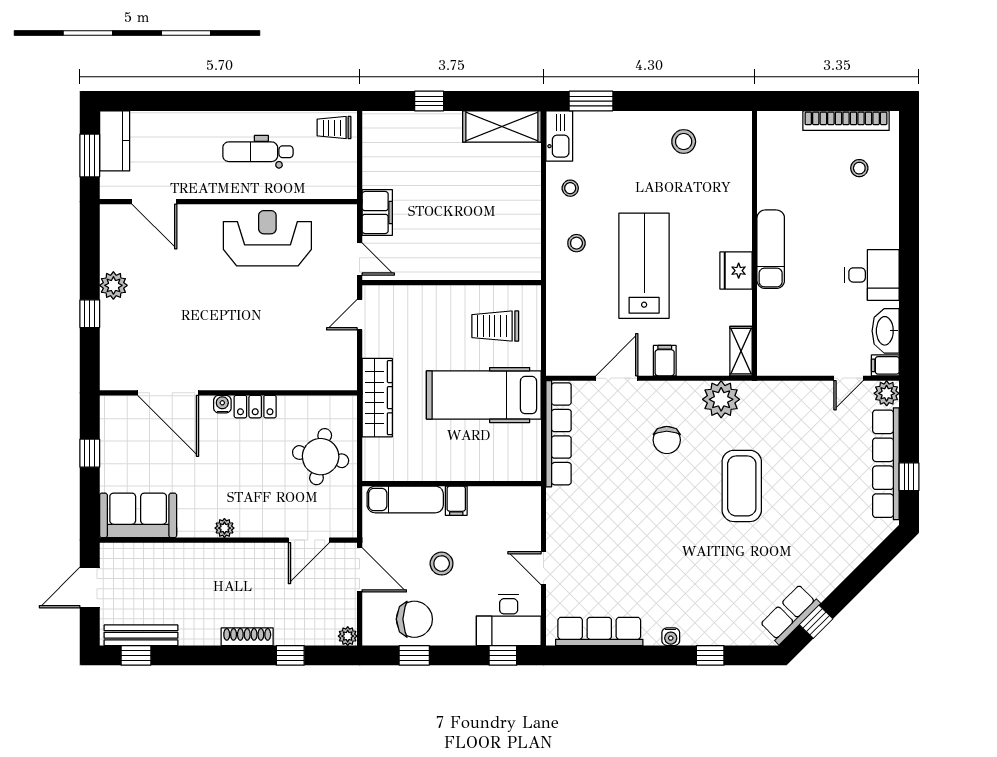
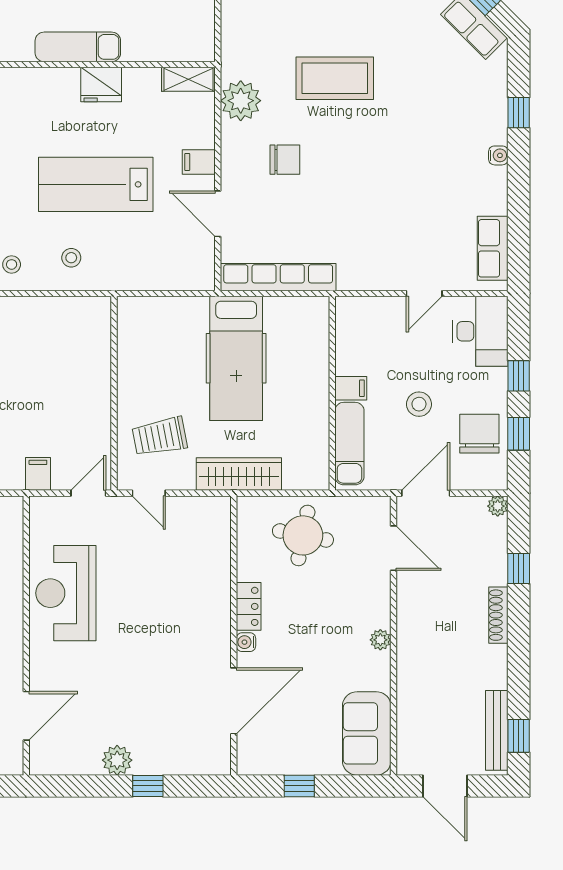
filing cabinet: (377, 212) -> (38, 474), width x0.50
trolley: (495, 326) -> (160, 437), moved, turned 79
row of seats: (599, 631) -> (493, 248), width x0.68
window: (503, 655) -> (519, 376), moved

